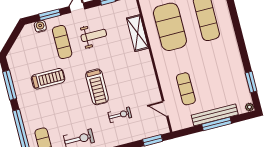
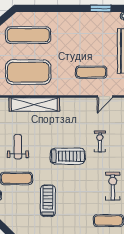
shelving: (138, 33) -> (34, 105), width x1.47

